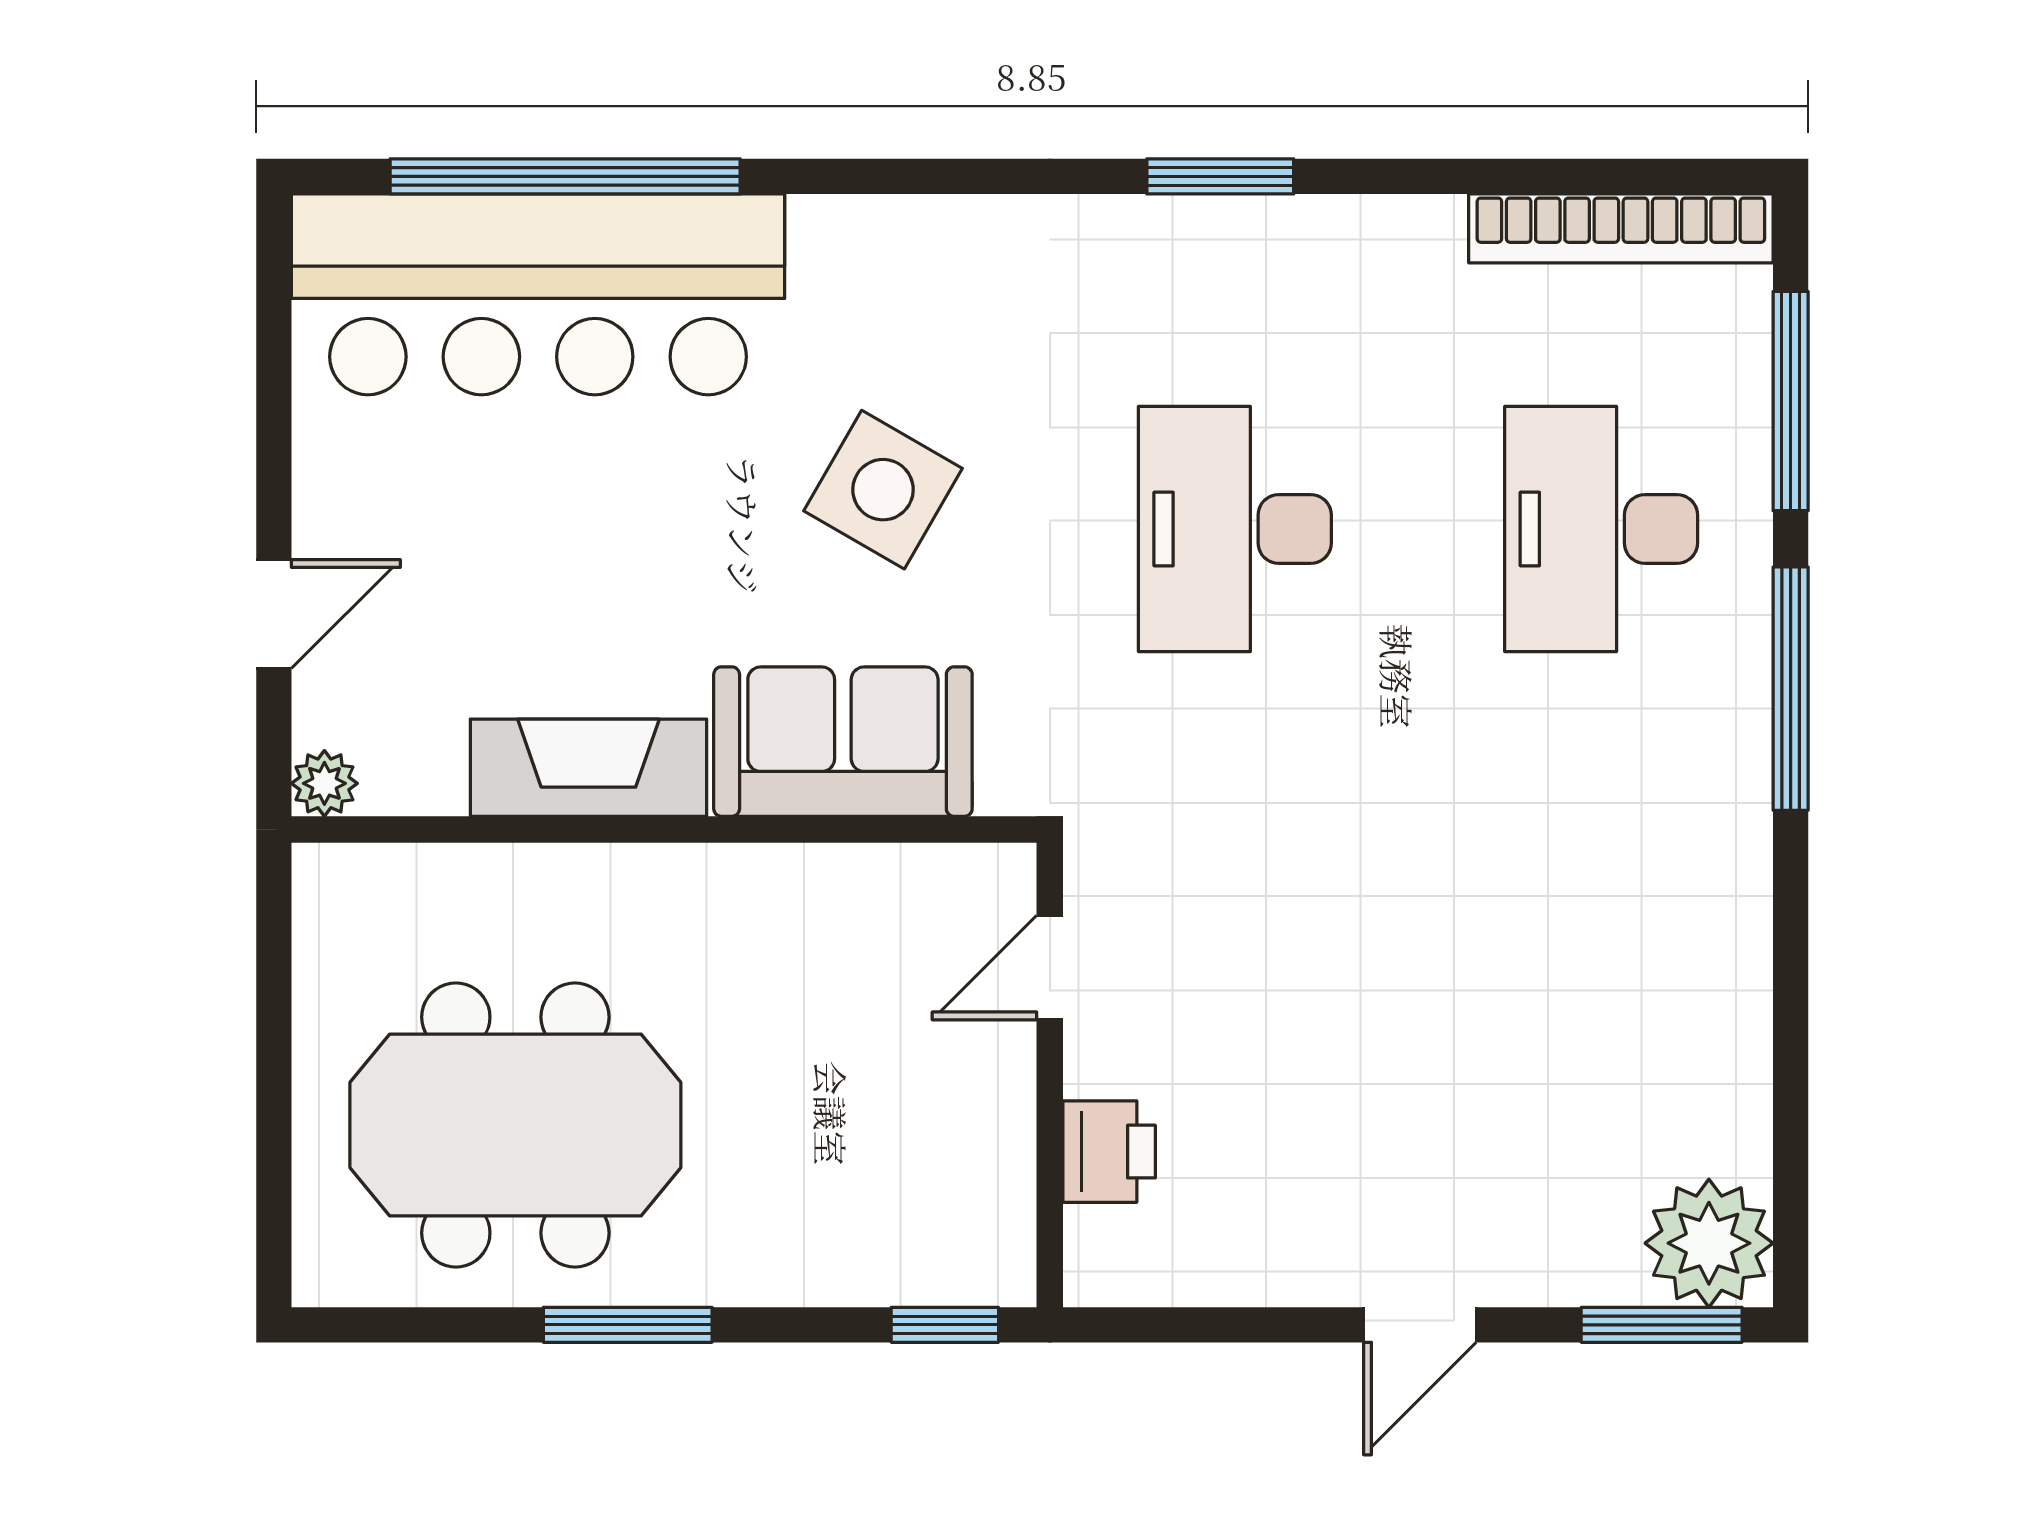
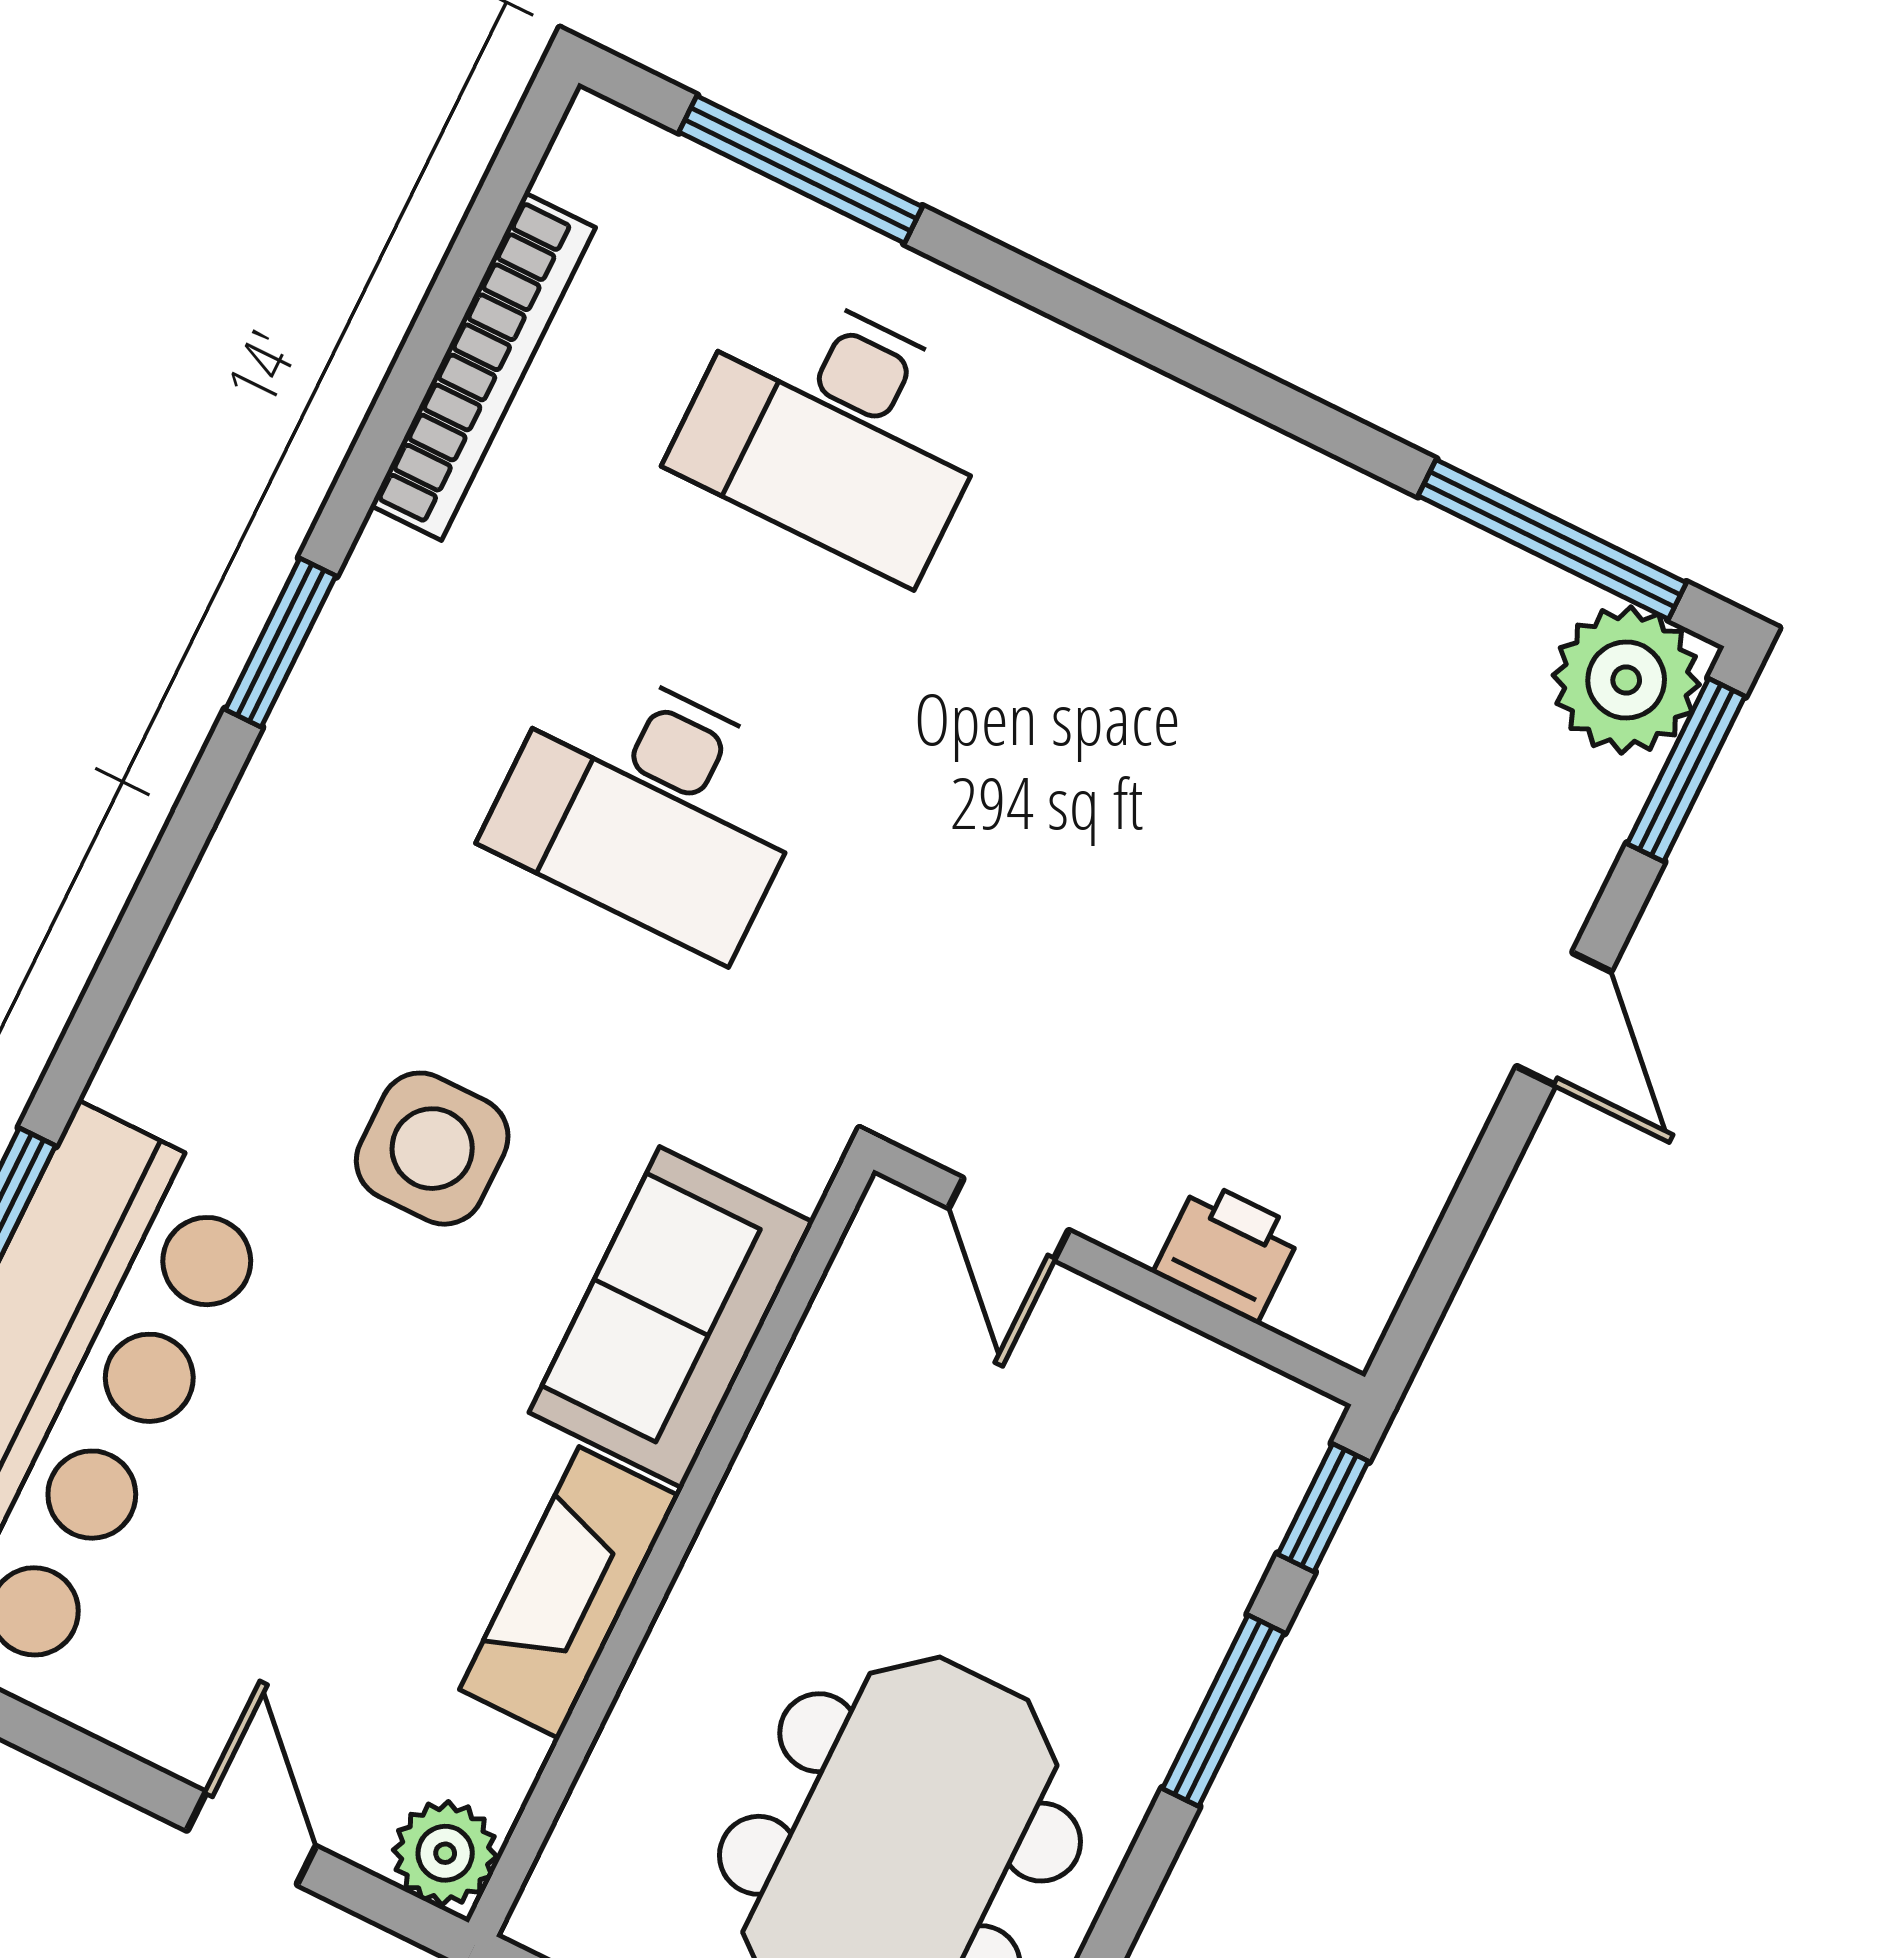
bookcase: (1621, 228) -> (483, 367), moved
side table: (883, 490) -> (432, 1149), turned -30
window: (1791, 689) -> (1552, 539), moved
plant: (324, 783) -> (445, 1853), width x1.38, depth x1.38
window: (628, 1325) -> (1223, 1711), moved

